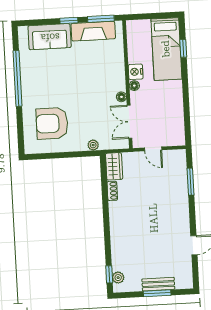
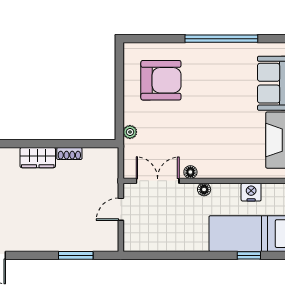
nightstand: (136, 72) -> (251, 192), moved
armchair: (52, 123) -> (161, 80), turned 90
wardrobe: (114, 166) -> (38, 158), moved

